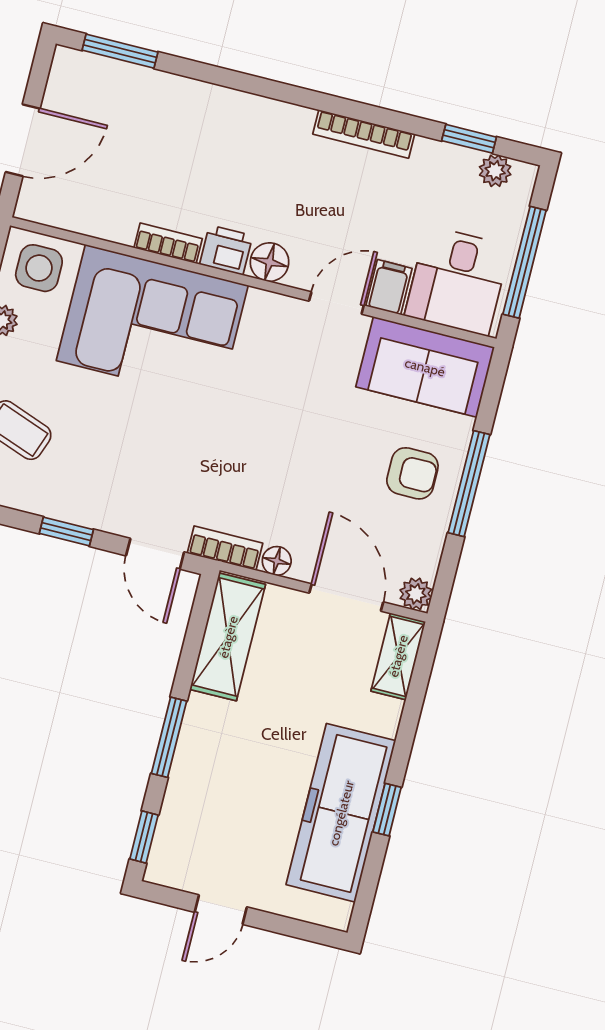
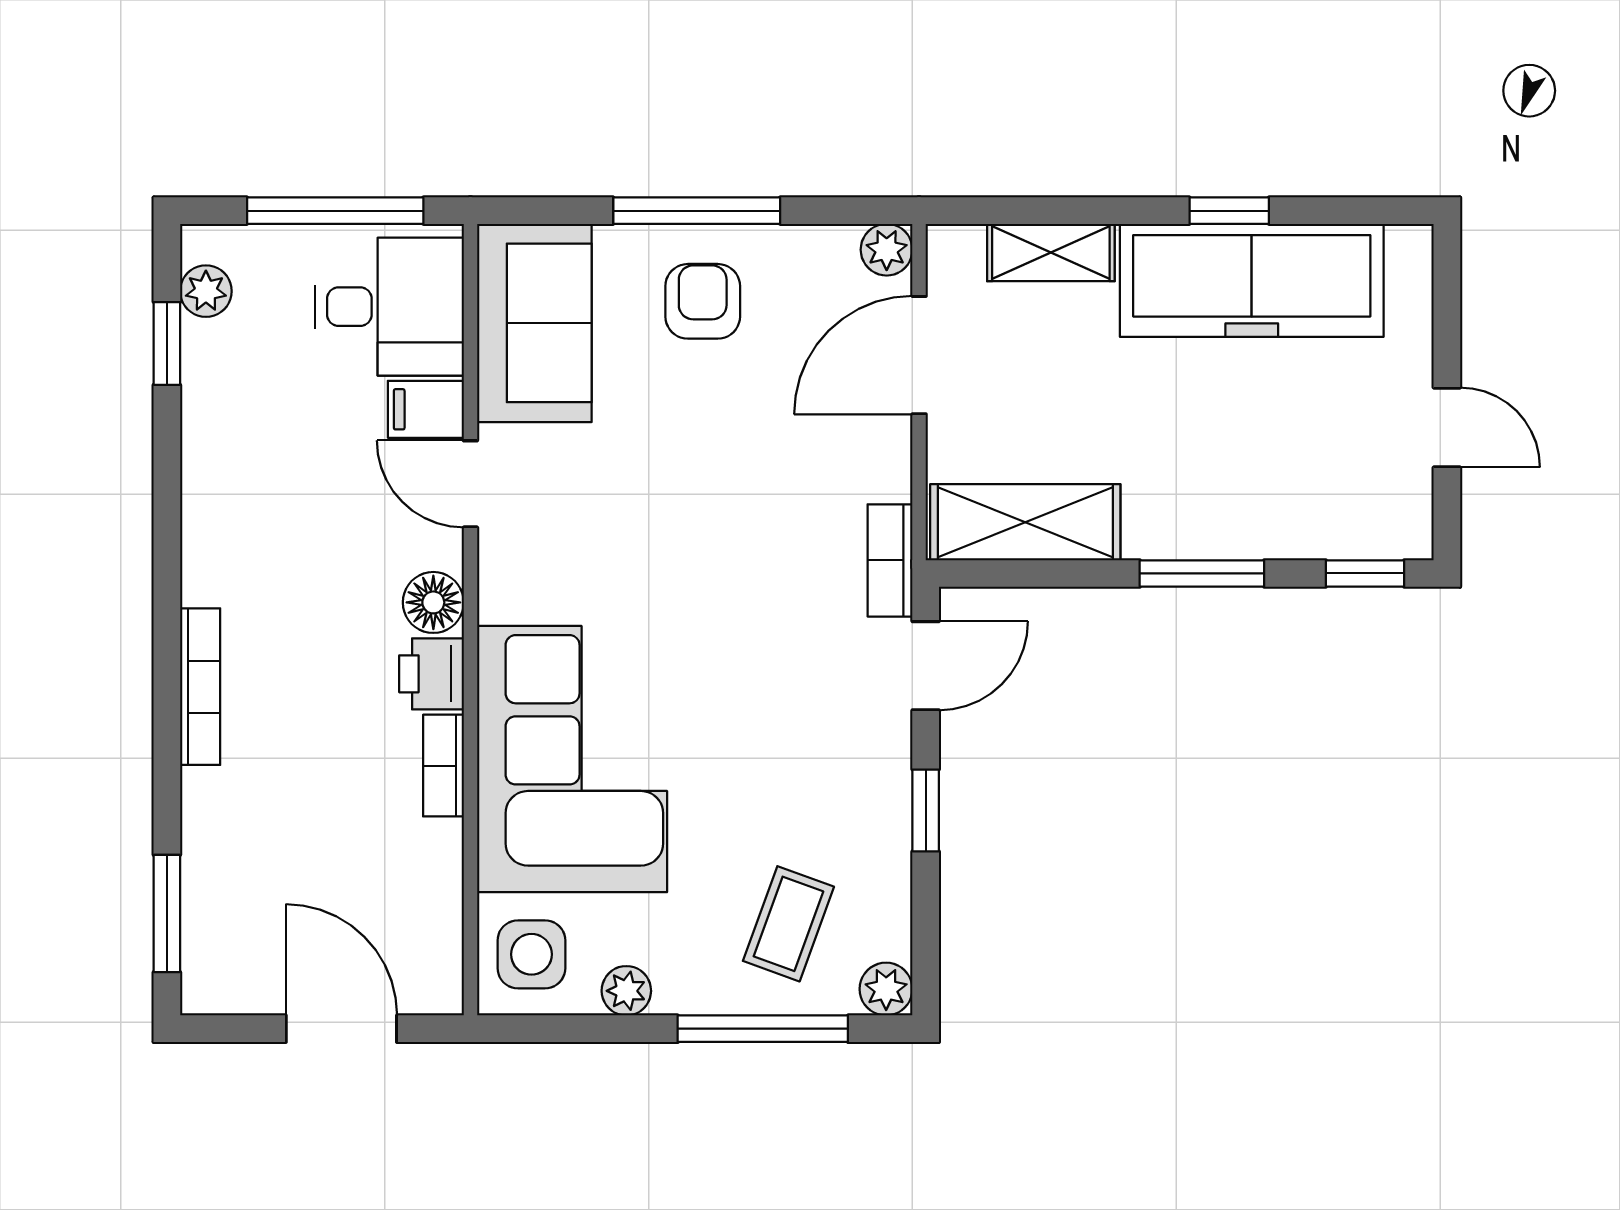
bookcase: (364, 134) -> (200, 687), moved
floor lamp: (277, 561) -> (890, 476), removed
shelving: (398, 656) -> (1051, 252), moved

